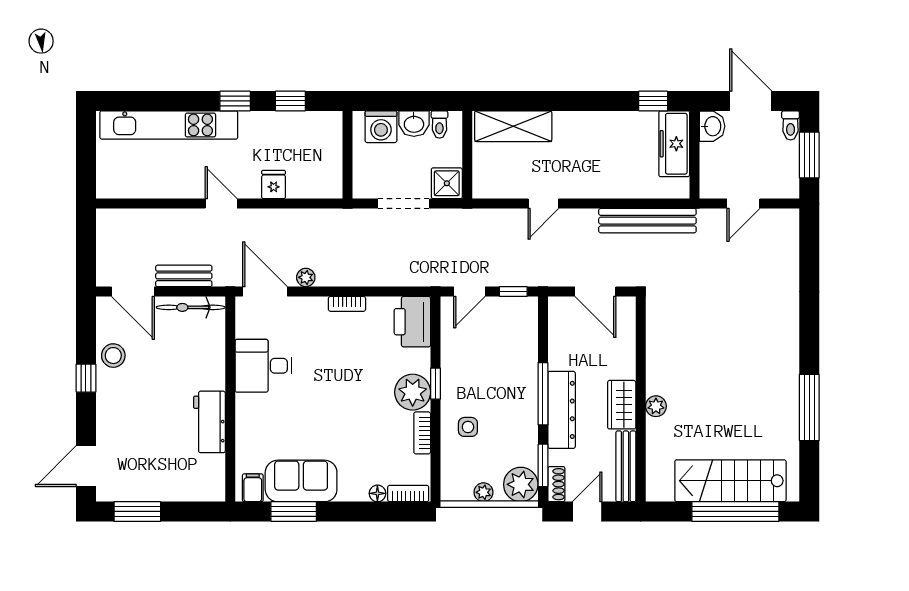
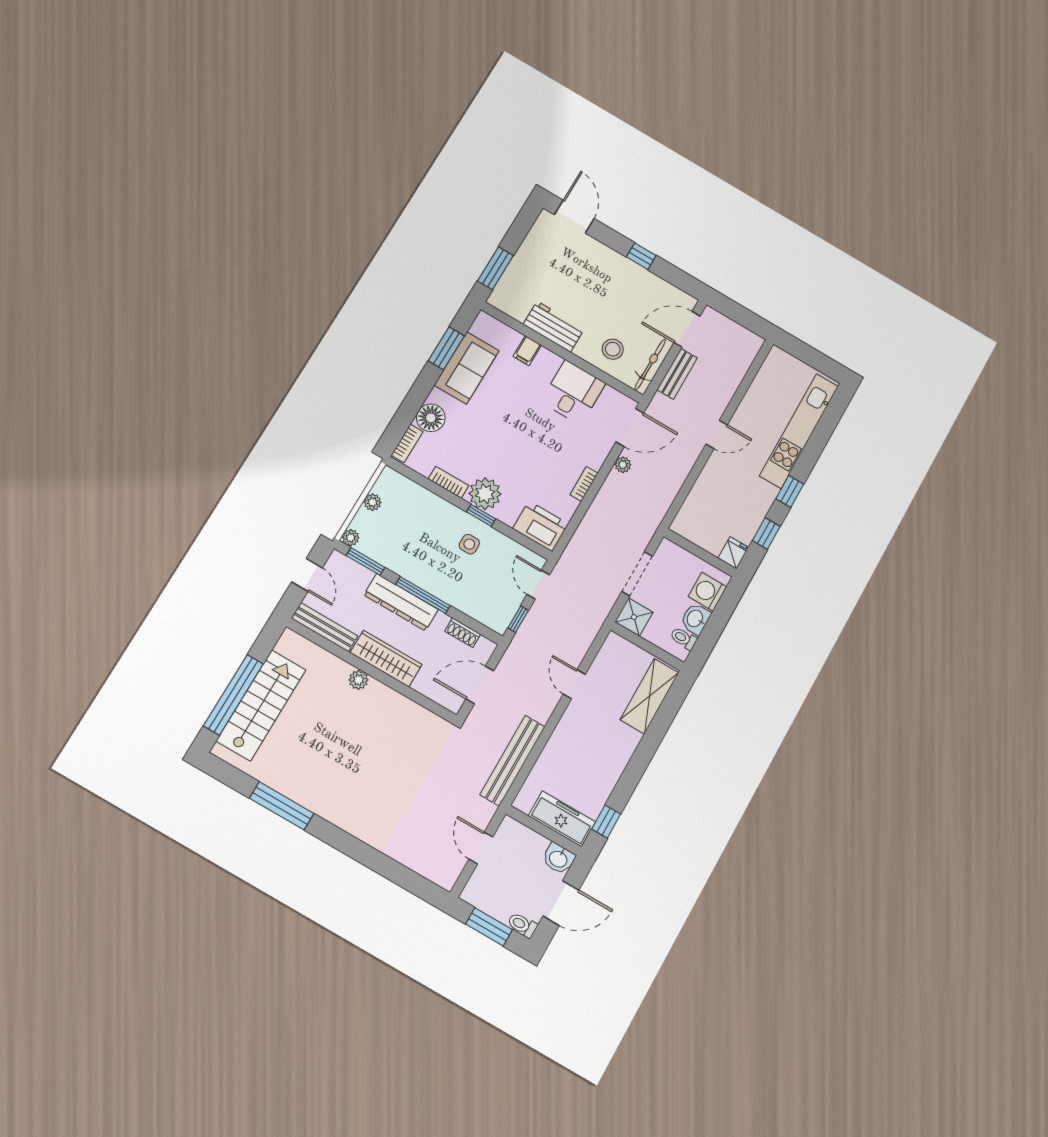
fridge: (274, 185) -> (733, 553), moved, turned -90
stool: (113, 356) -> (613, 349), moved
wardrobe: (622, 405) -> (386, 659), width x1.50
side table: (468, 427) -> (469, 544), moved
plant: (521, 484) -> (351, 538), width x0.53, depth x0.53
shoe rack: (556, 484) -> (463, 633), moved
filing cabinet: (253, 488) -> (527, 351), moved, turned 90
floor lamp: (377, 493) -> (431, 418), width x1.89, depth x1.89
window: (137, 511) -> (495, 268), moved

